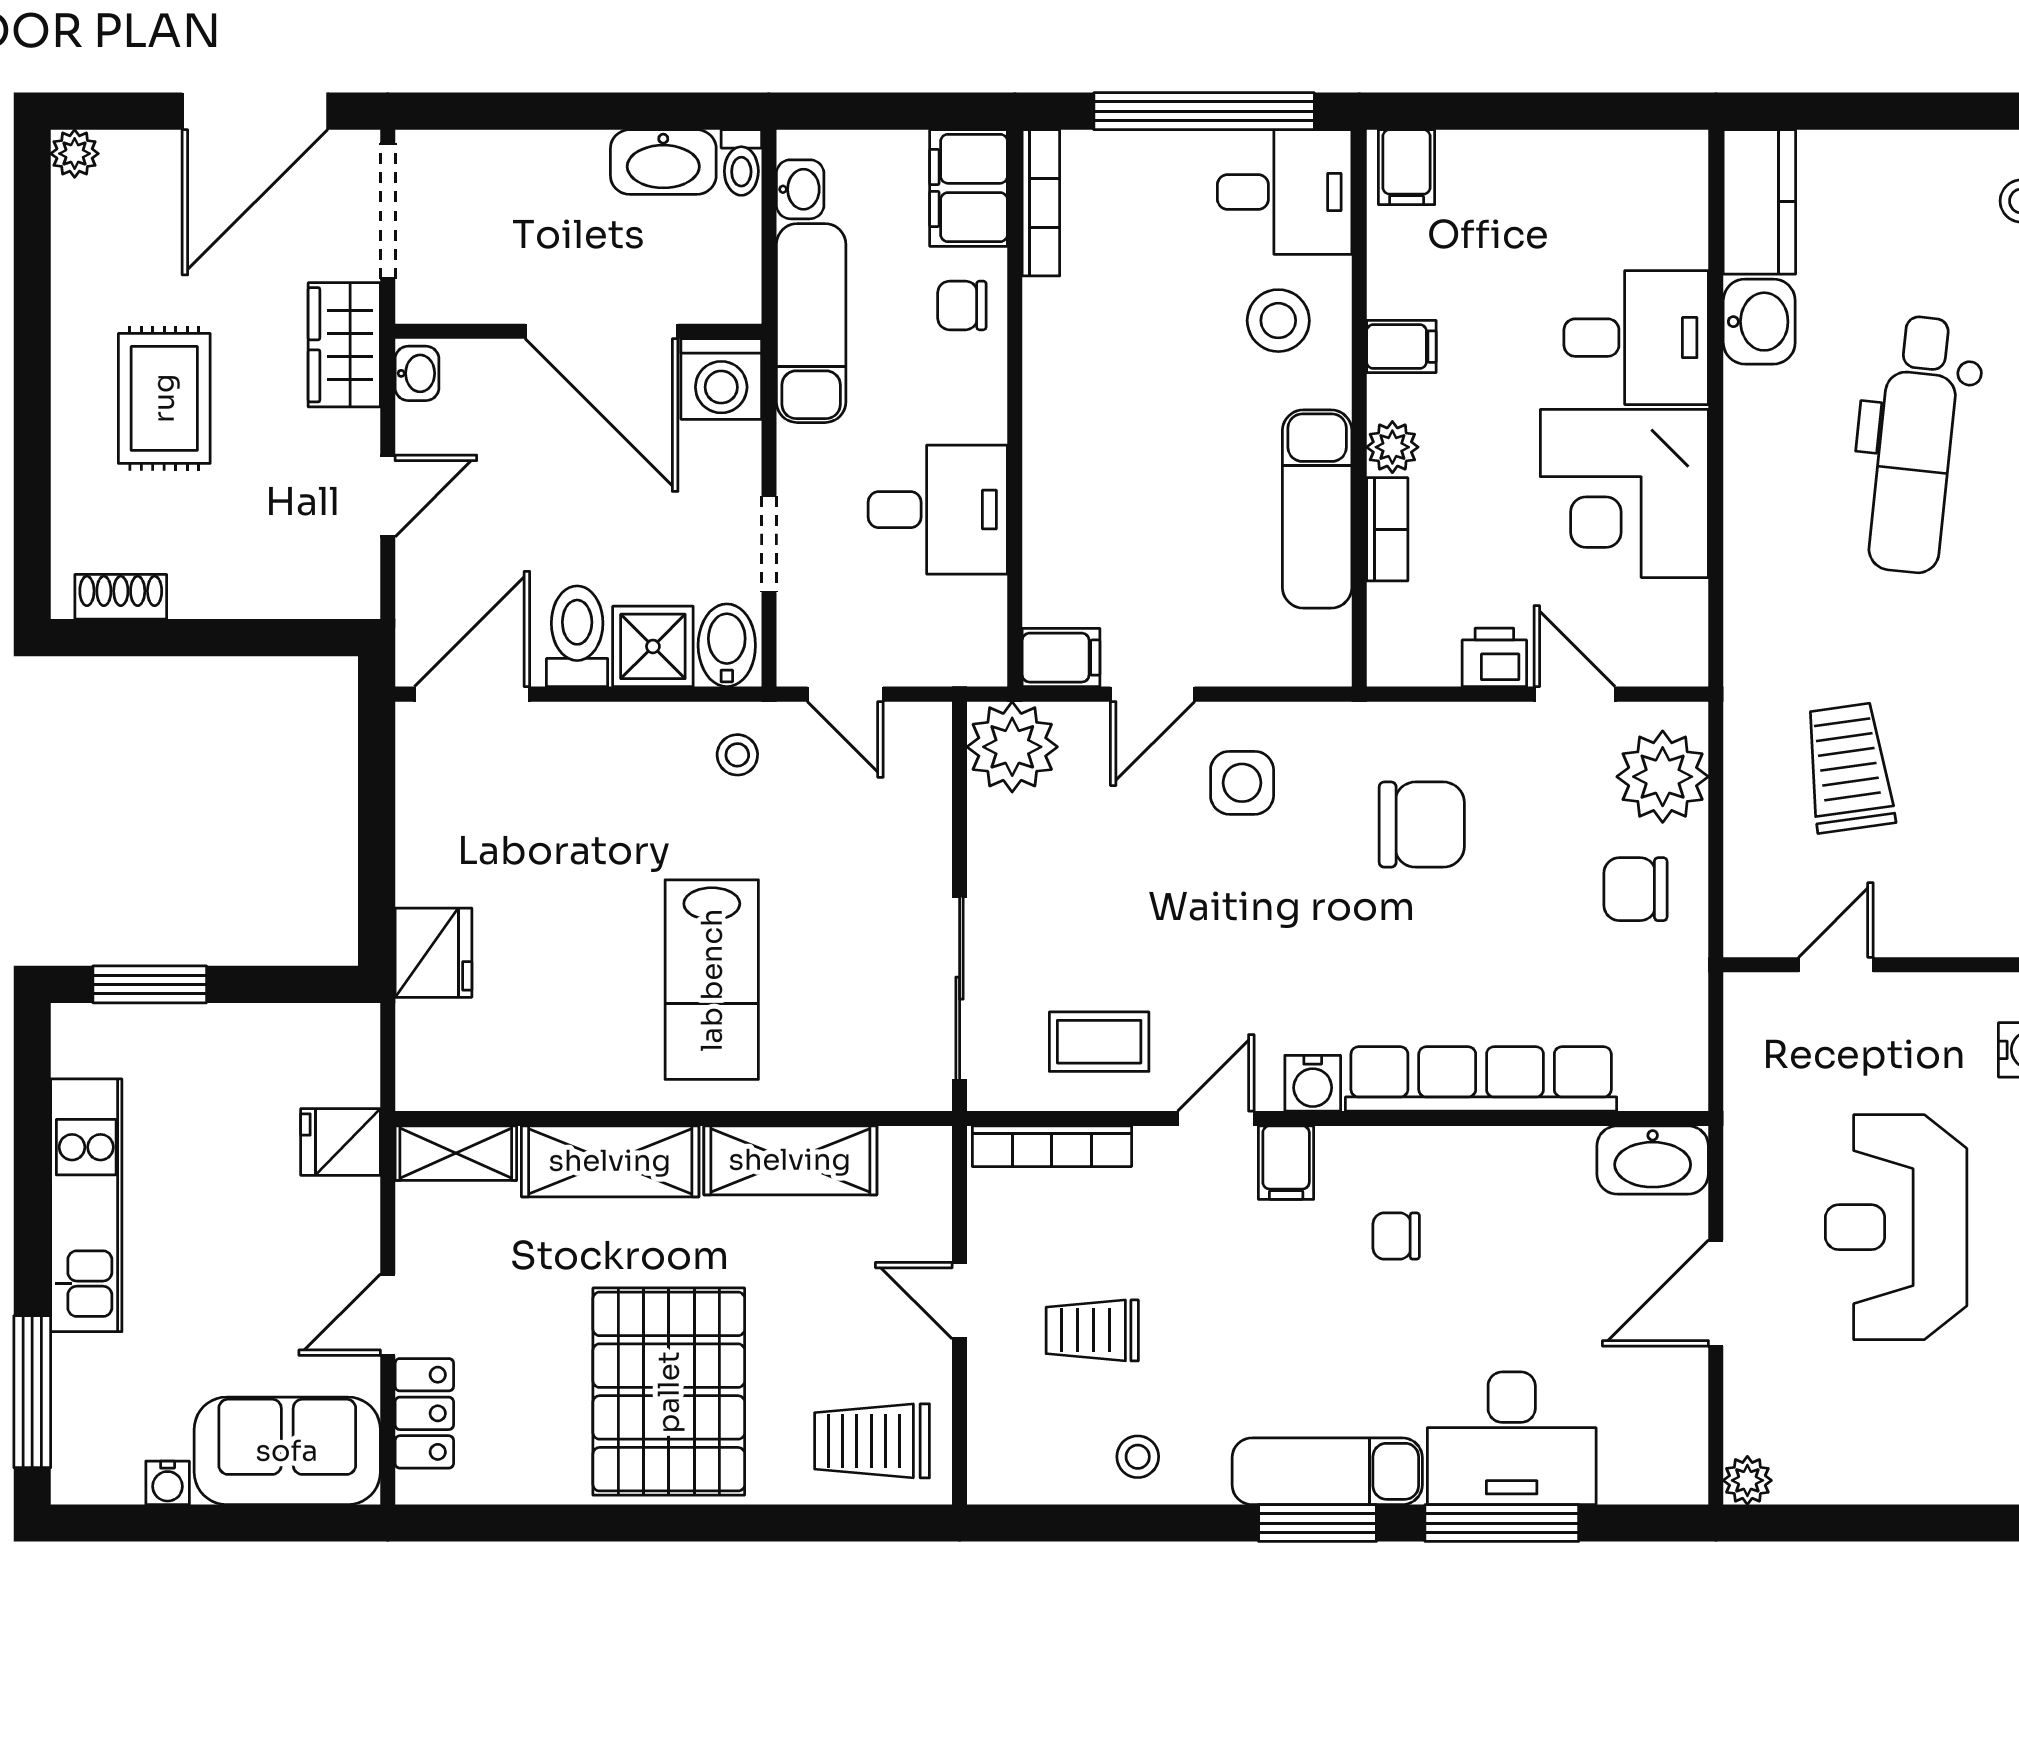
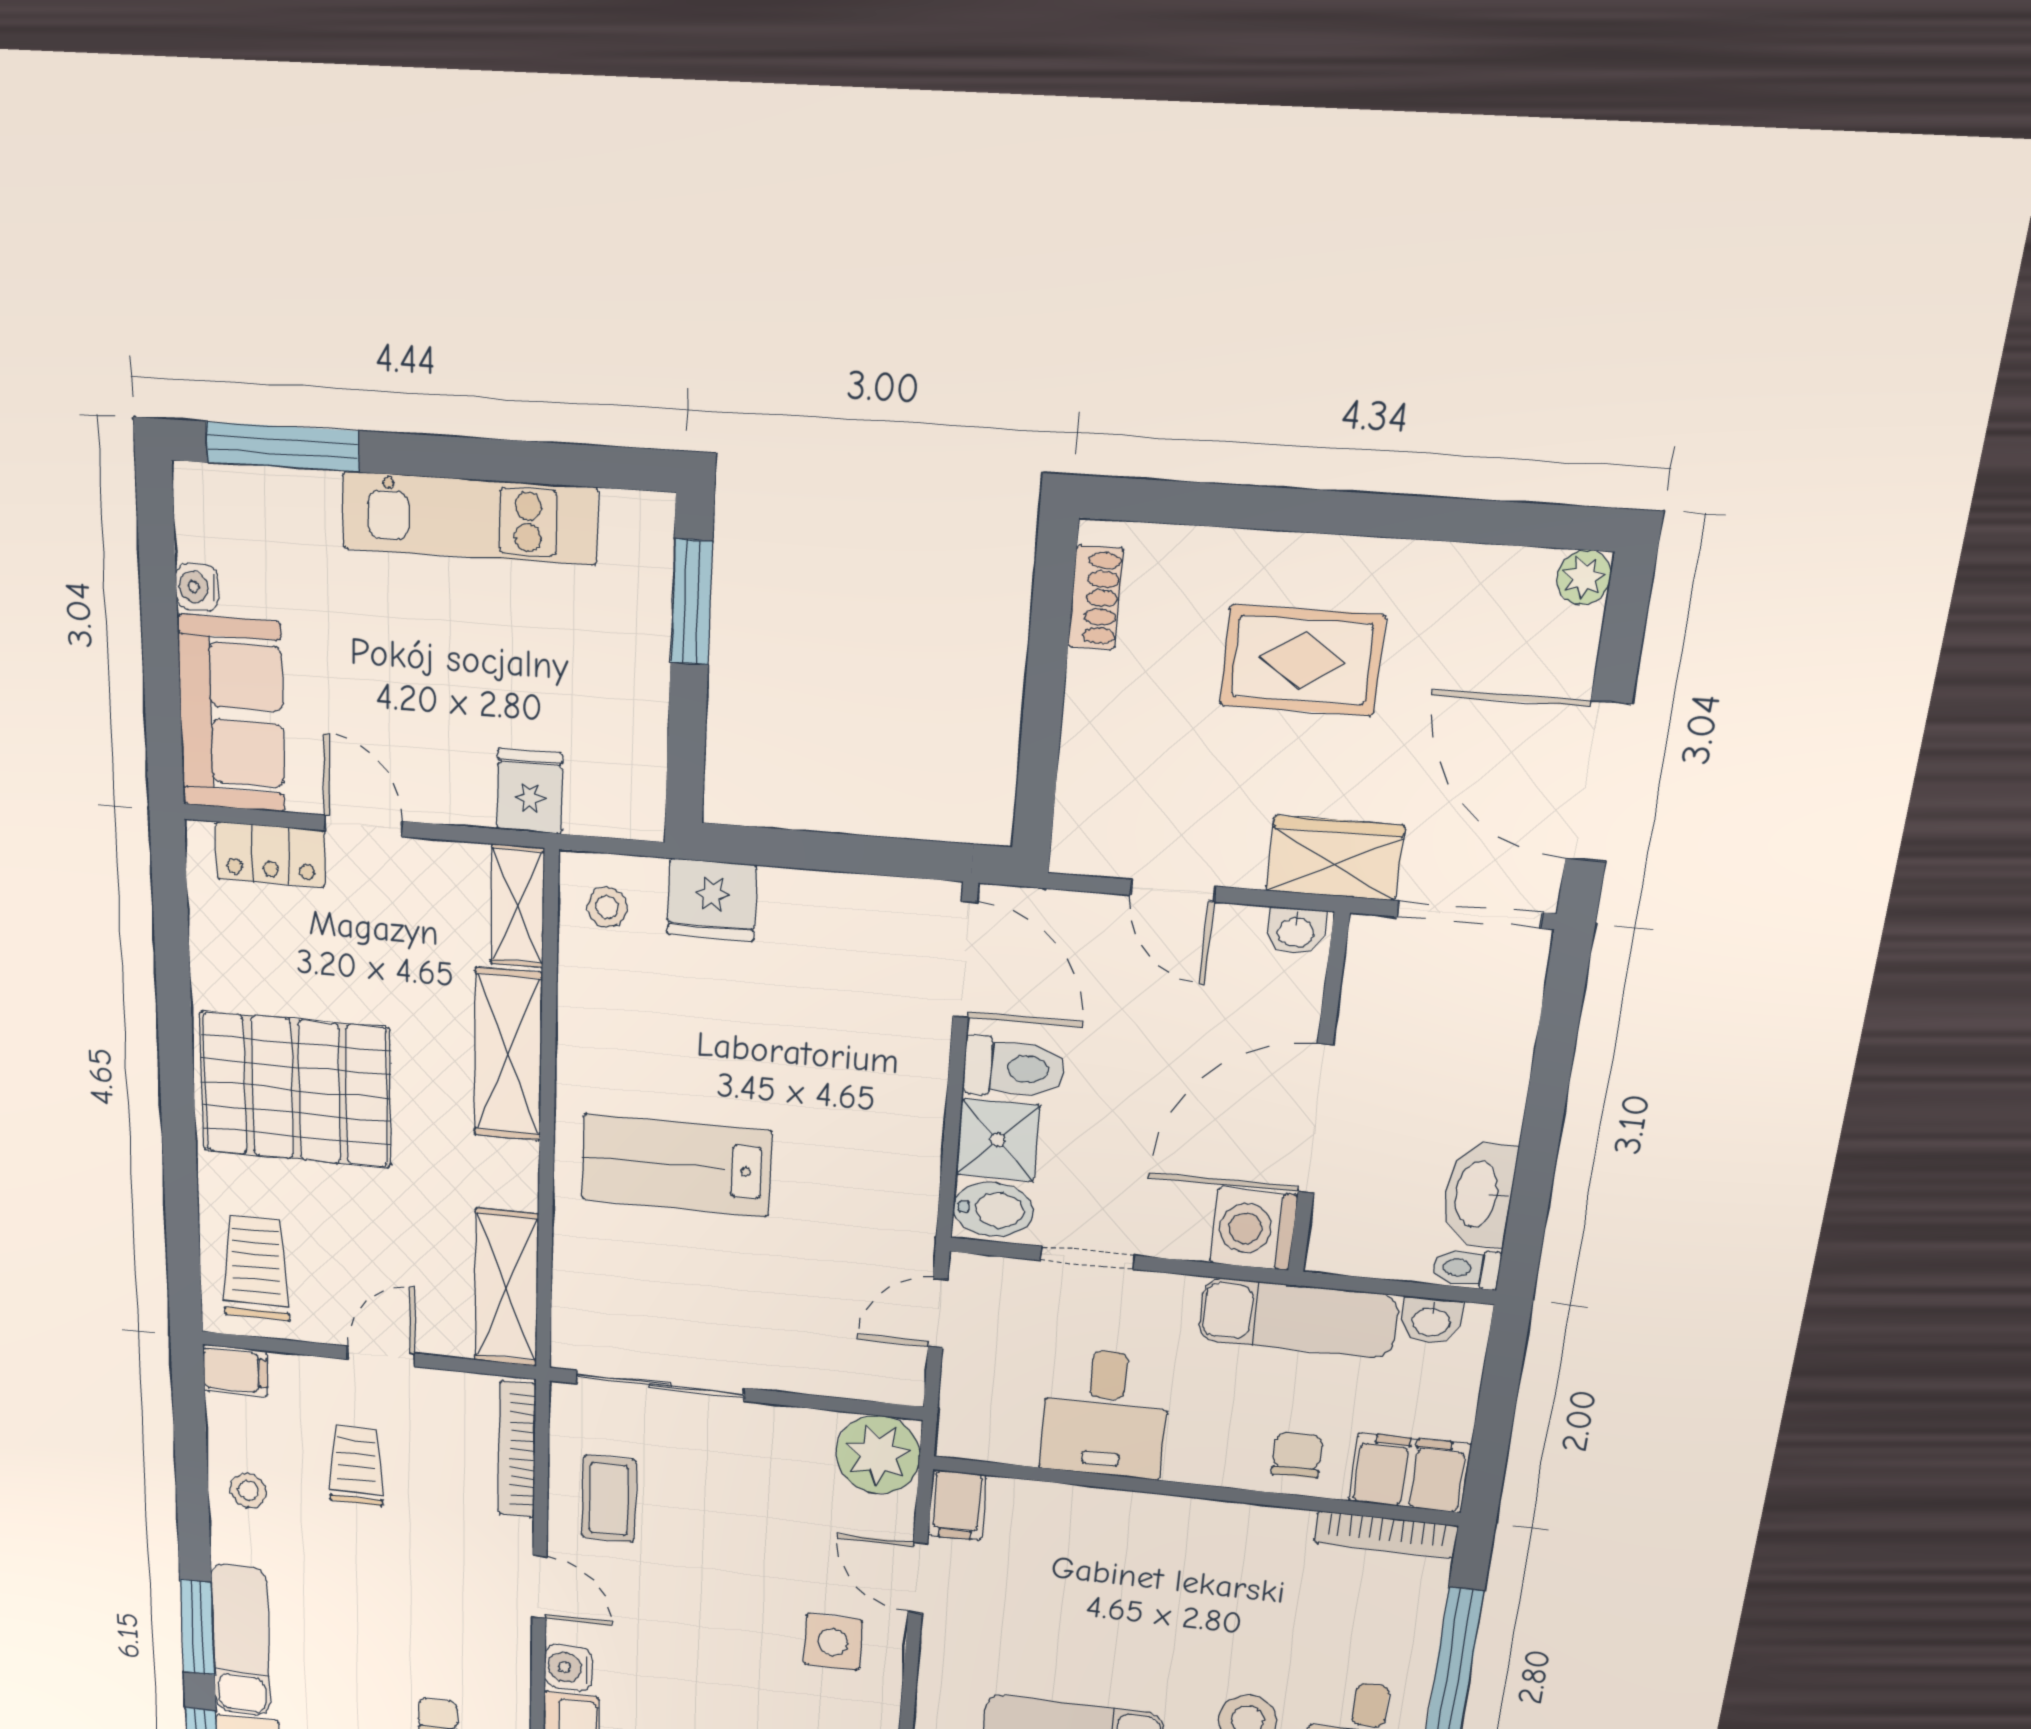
stool: (737, 755) -> (607, 907), moved
shelving: (790, 1160) -> (506, 1288), moved
filing cabinet: (1286, 1163) -> (235, 1371), moved, turned 180

